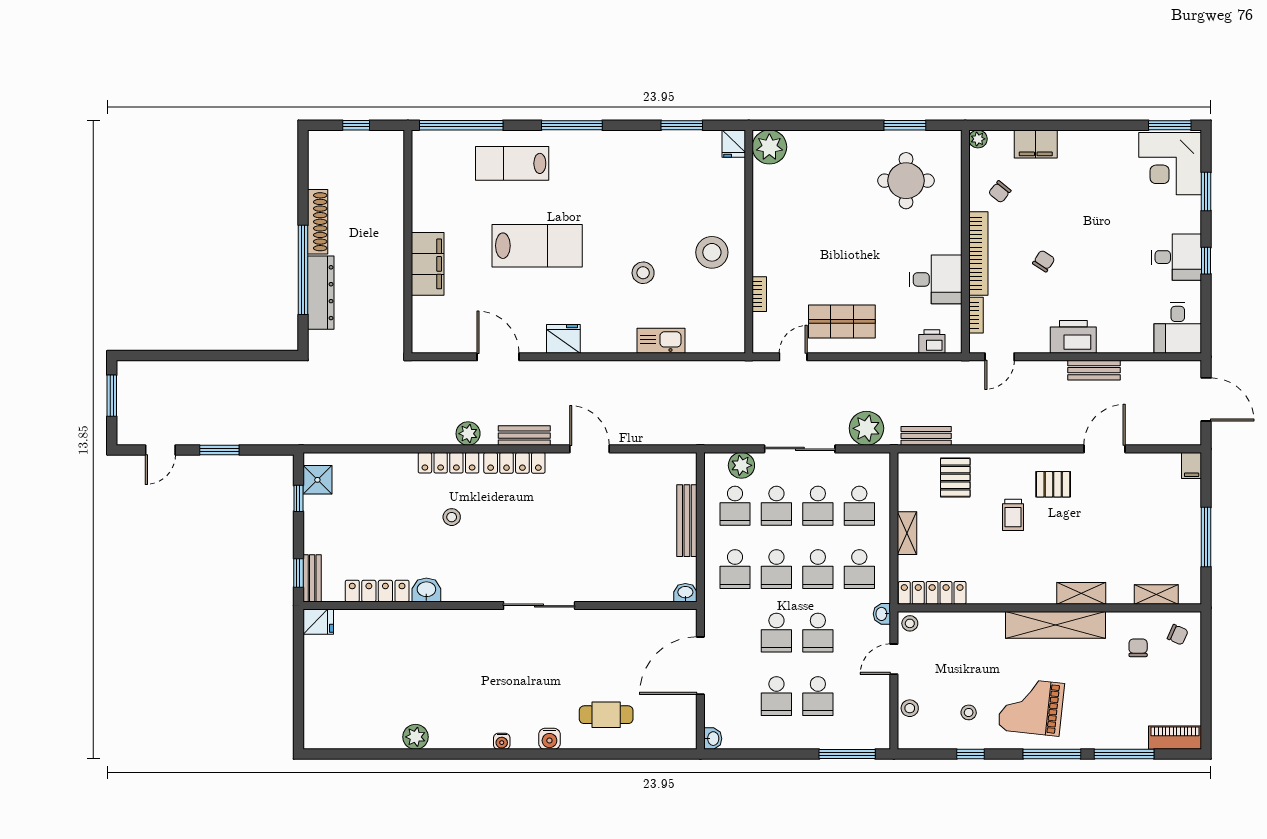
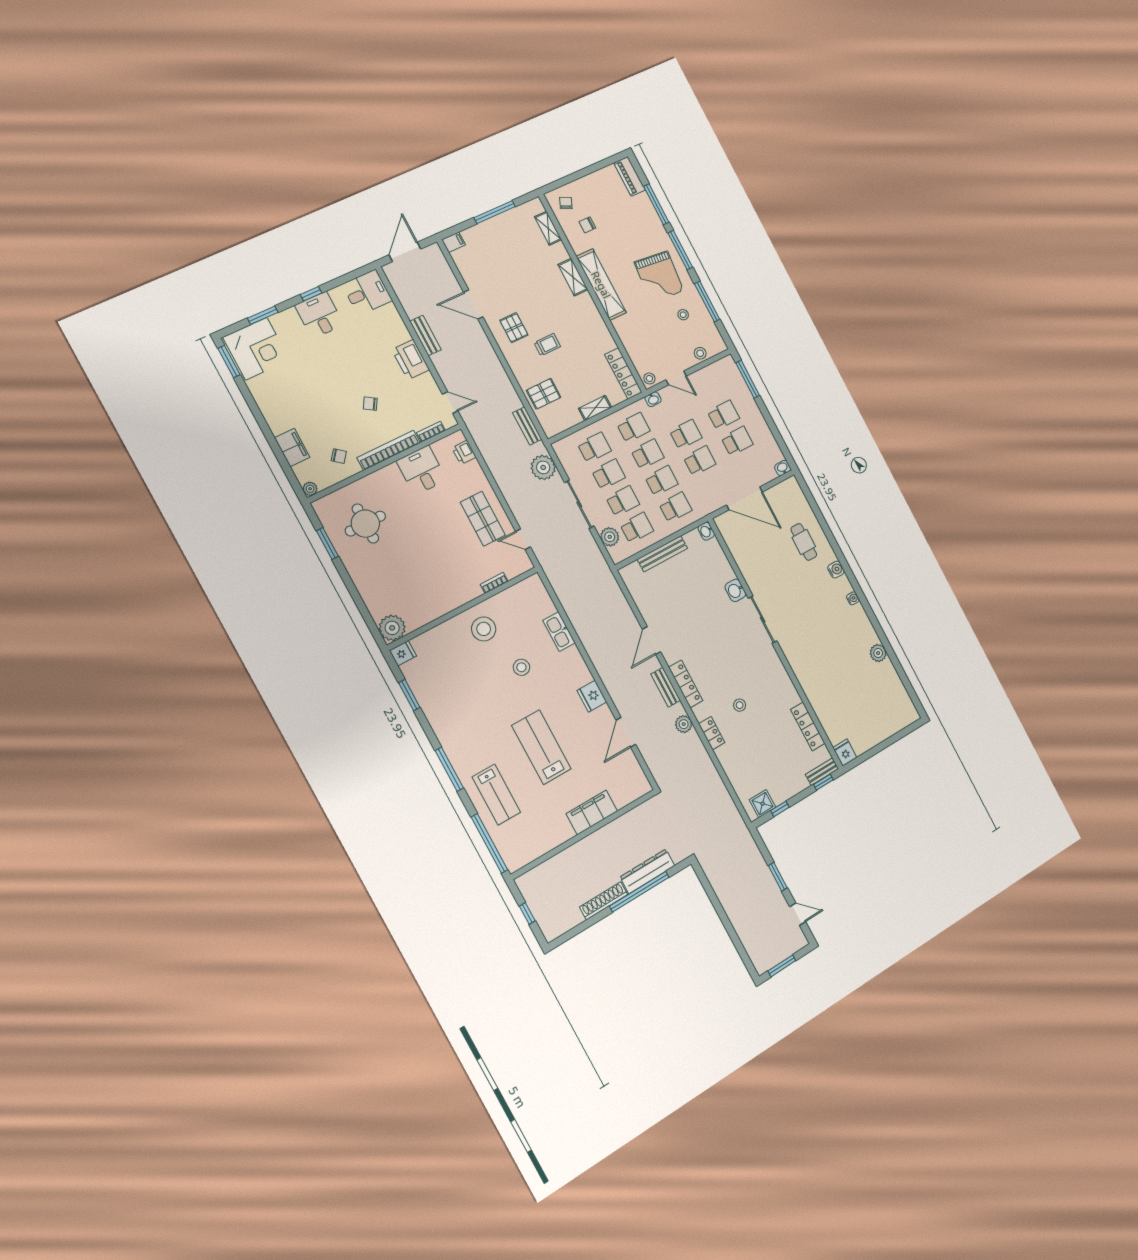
locker: (449, 463) -> (712, 733), width x0.66
washbasin: (426, 590) -> (735, 590), moved
window: (971, 754) -> (707, 301), width x2.17

